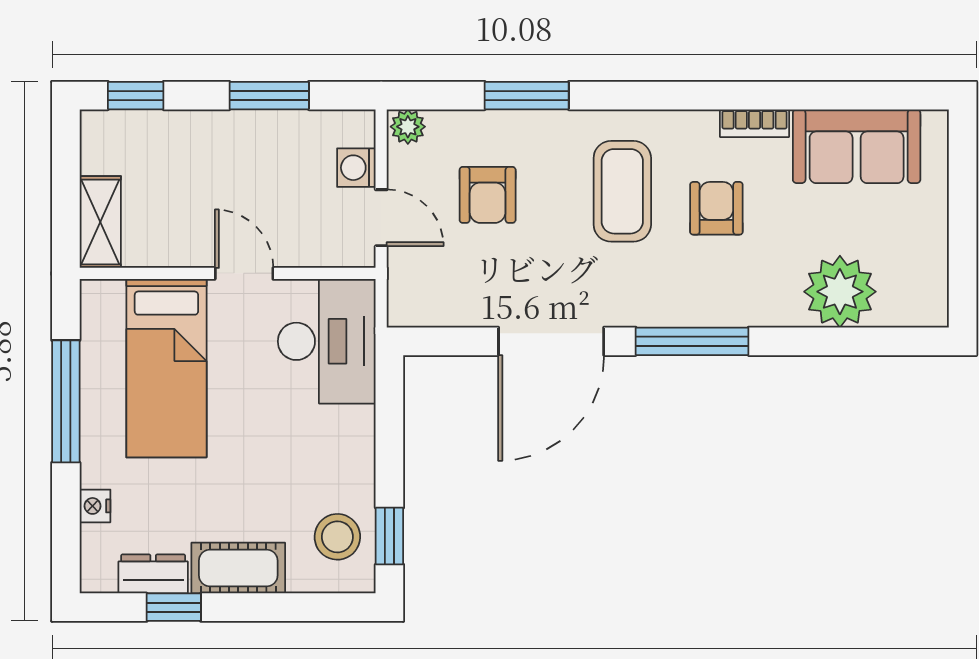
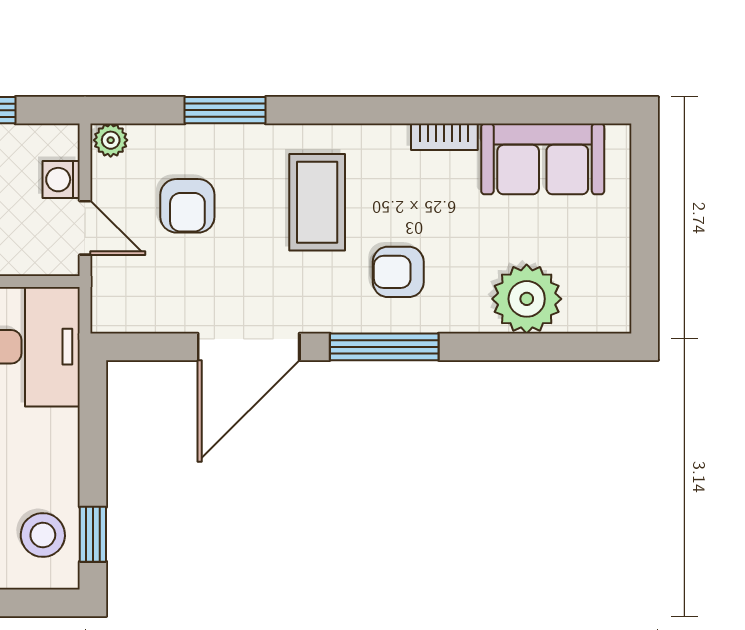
armchair: (716, 208) -> (398, 272), moved, turned -90

